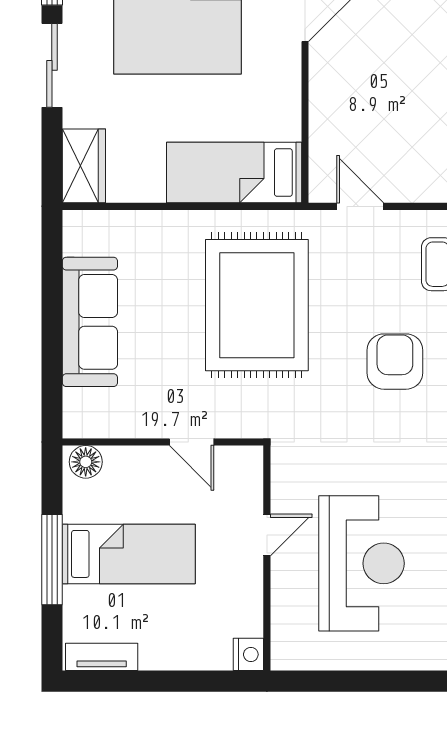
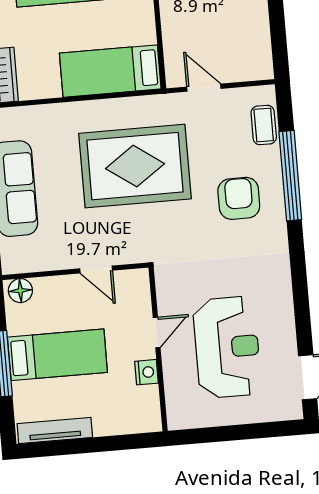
rug: (257, 305) -> (135, 166), turned 90
nightstand: (248, 654) -> (146, 372), moved
tv unit: (102, 657) -> (55, 430), width x1.41

